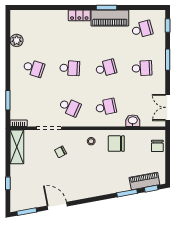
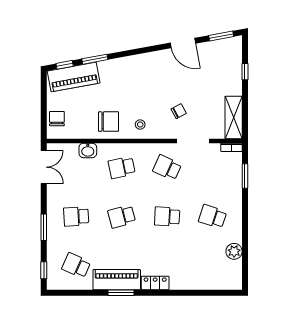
school desk: (142, 29) -> (76, 265), turned 39
piano: (144, 181) -> (74, 77), width x1.37, depth x1.33

